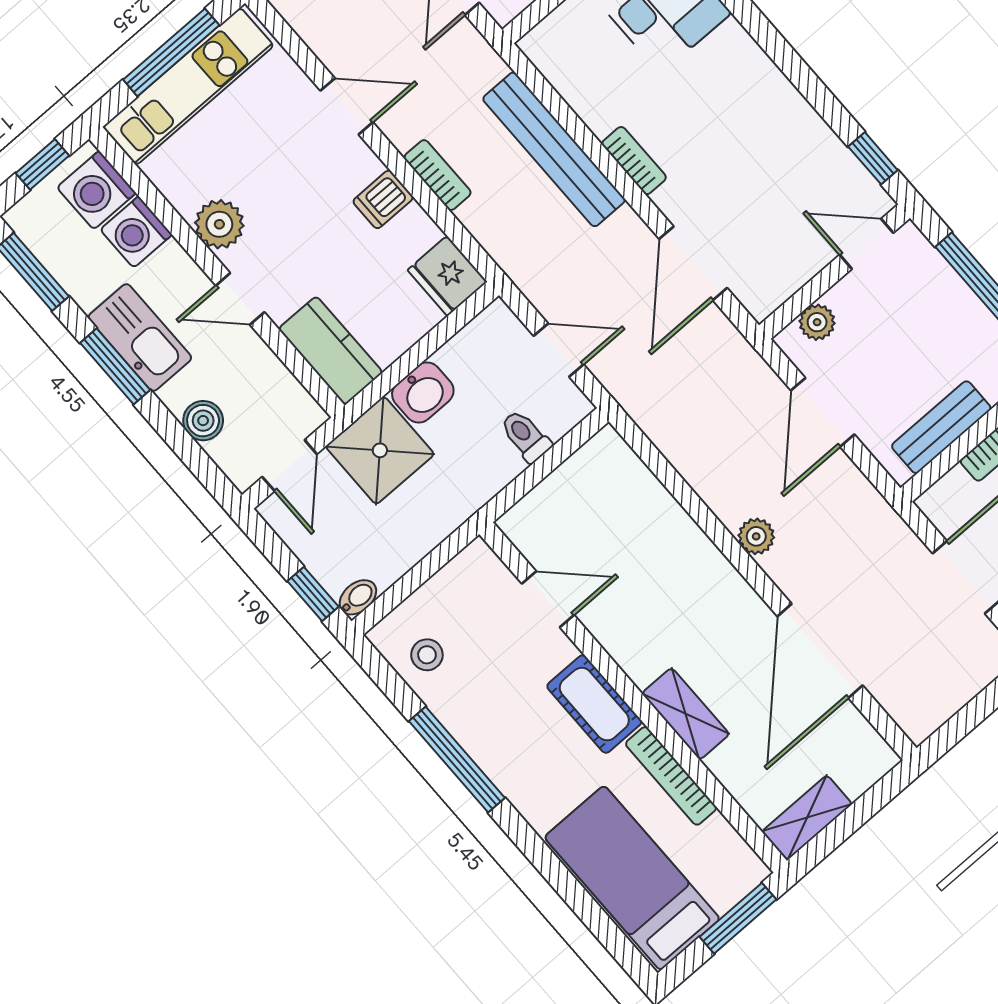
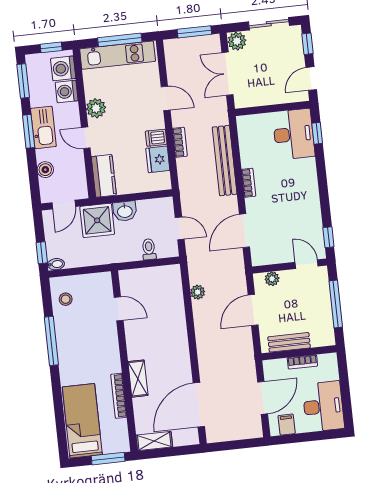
fridge: (447, 276) -> (158, 159), moved
plant: (756, 536) -> (198, 292), moved
door: (820, 651) -> (199, 405), moved
cot: (594, 704) -> (110, 354), removed

